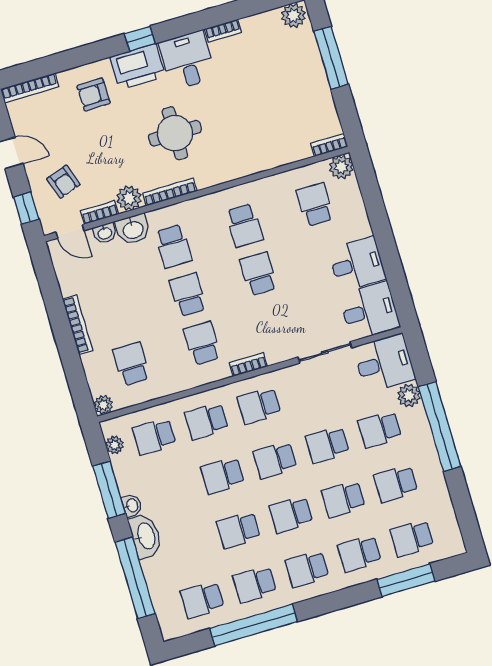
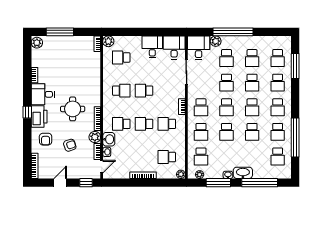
armchair: (63, 182) -> (70, 145), moved
school desk: (174, 246) -> (121, 124), turned 180

